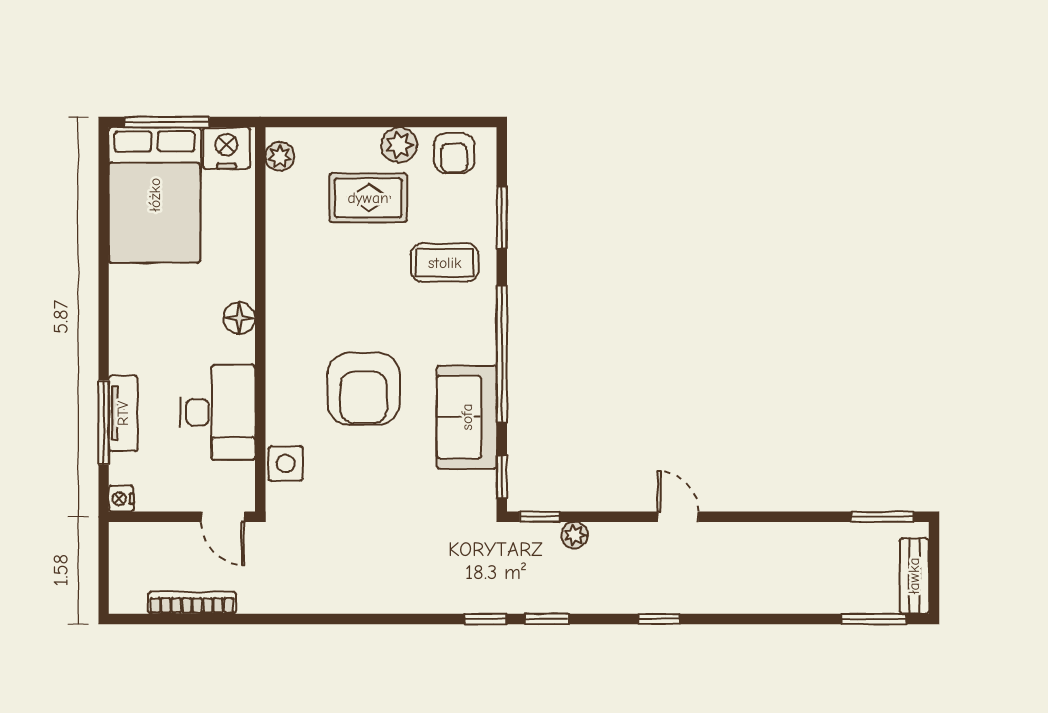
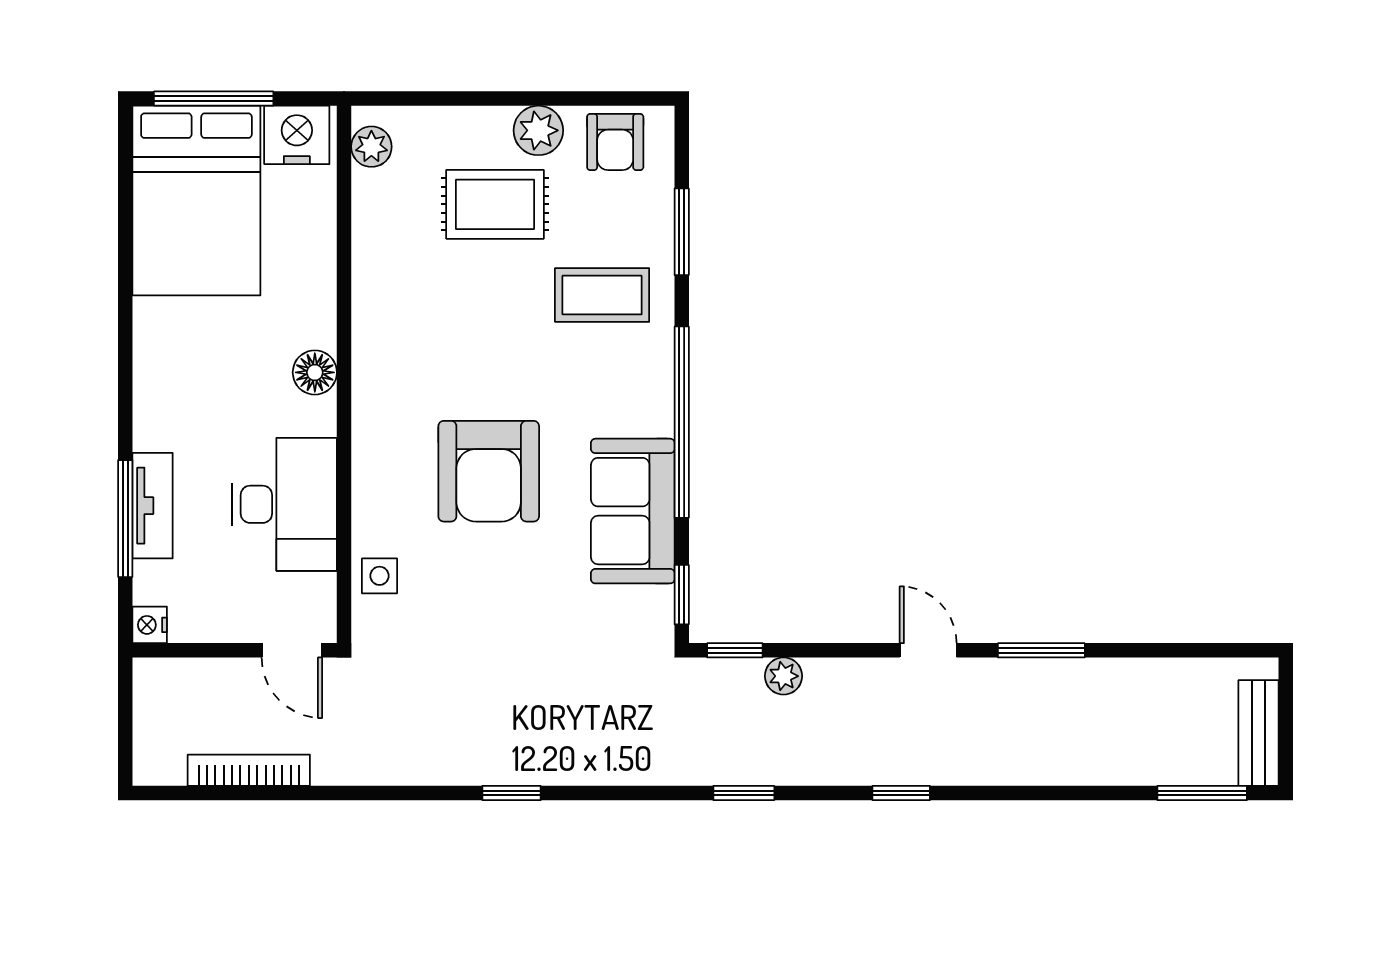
side table: (286, 464) -> (380, 576), width x0.73, depth x0.73
window: (882, 517) -> (1041, 650), moved
window: (485, 619) -> (511, 793), moved

